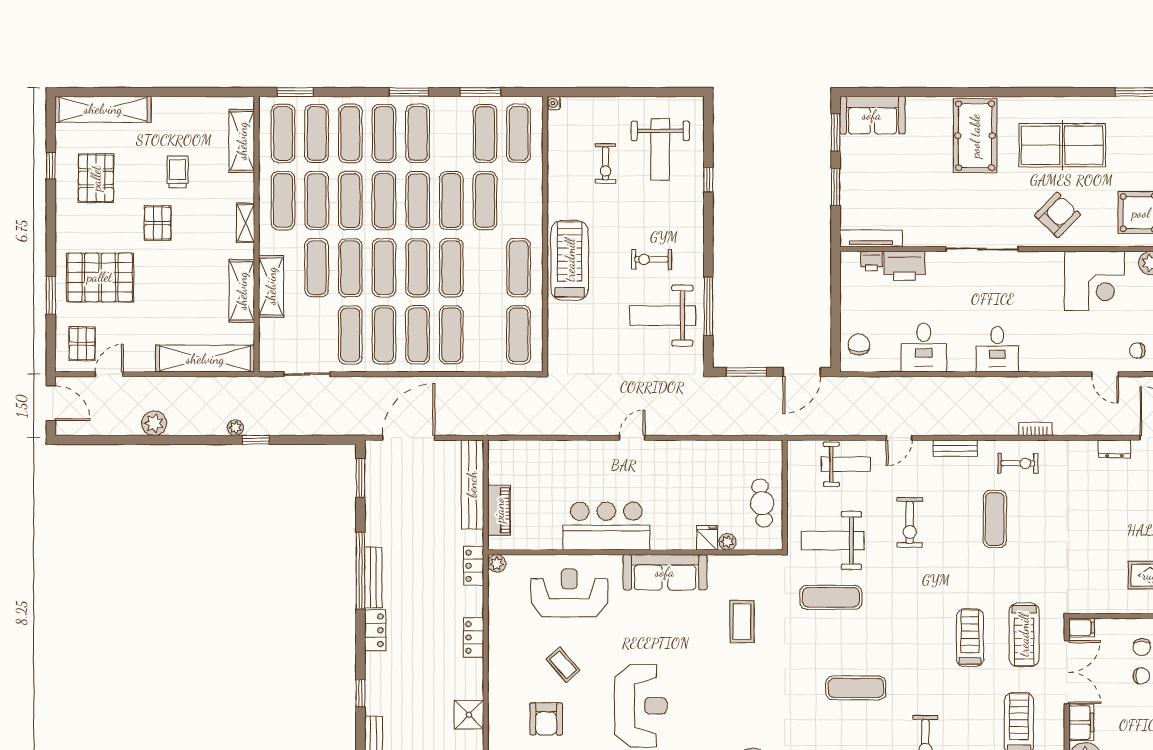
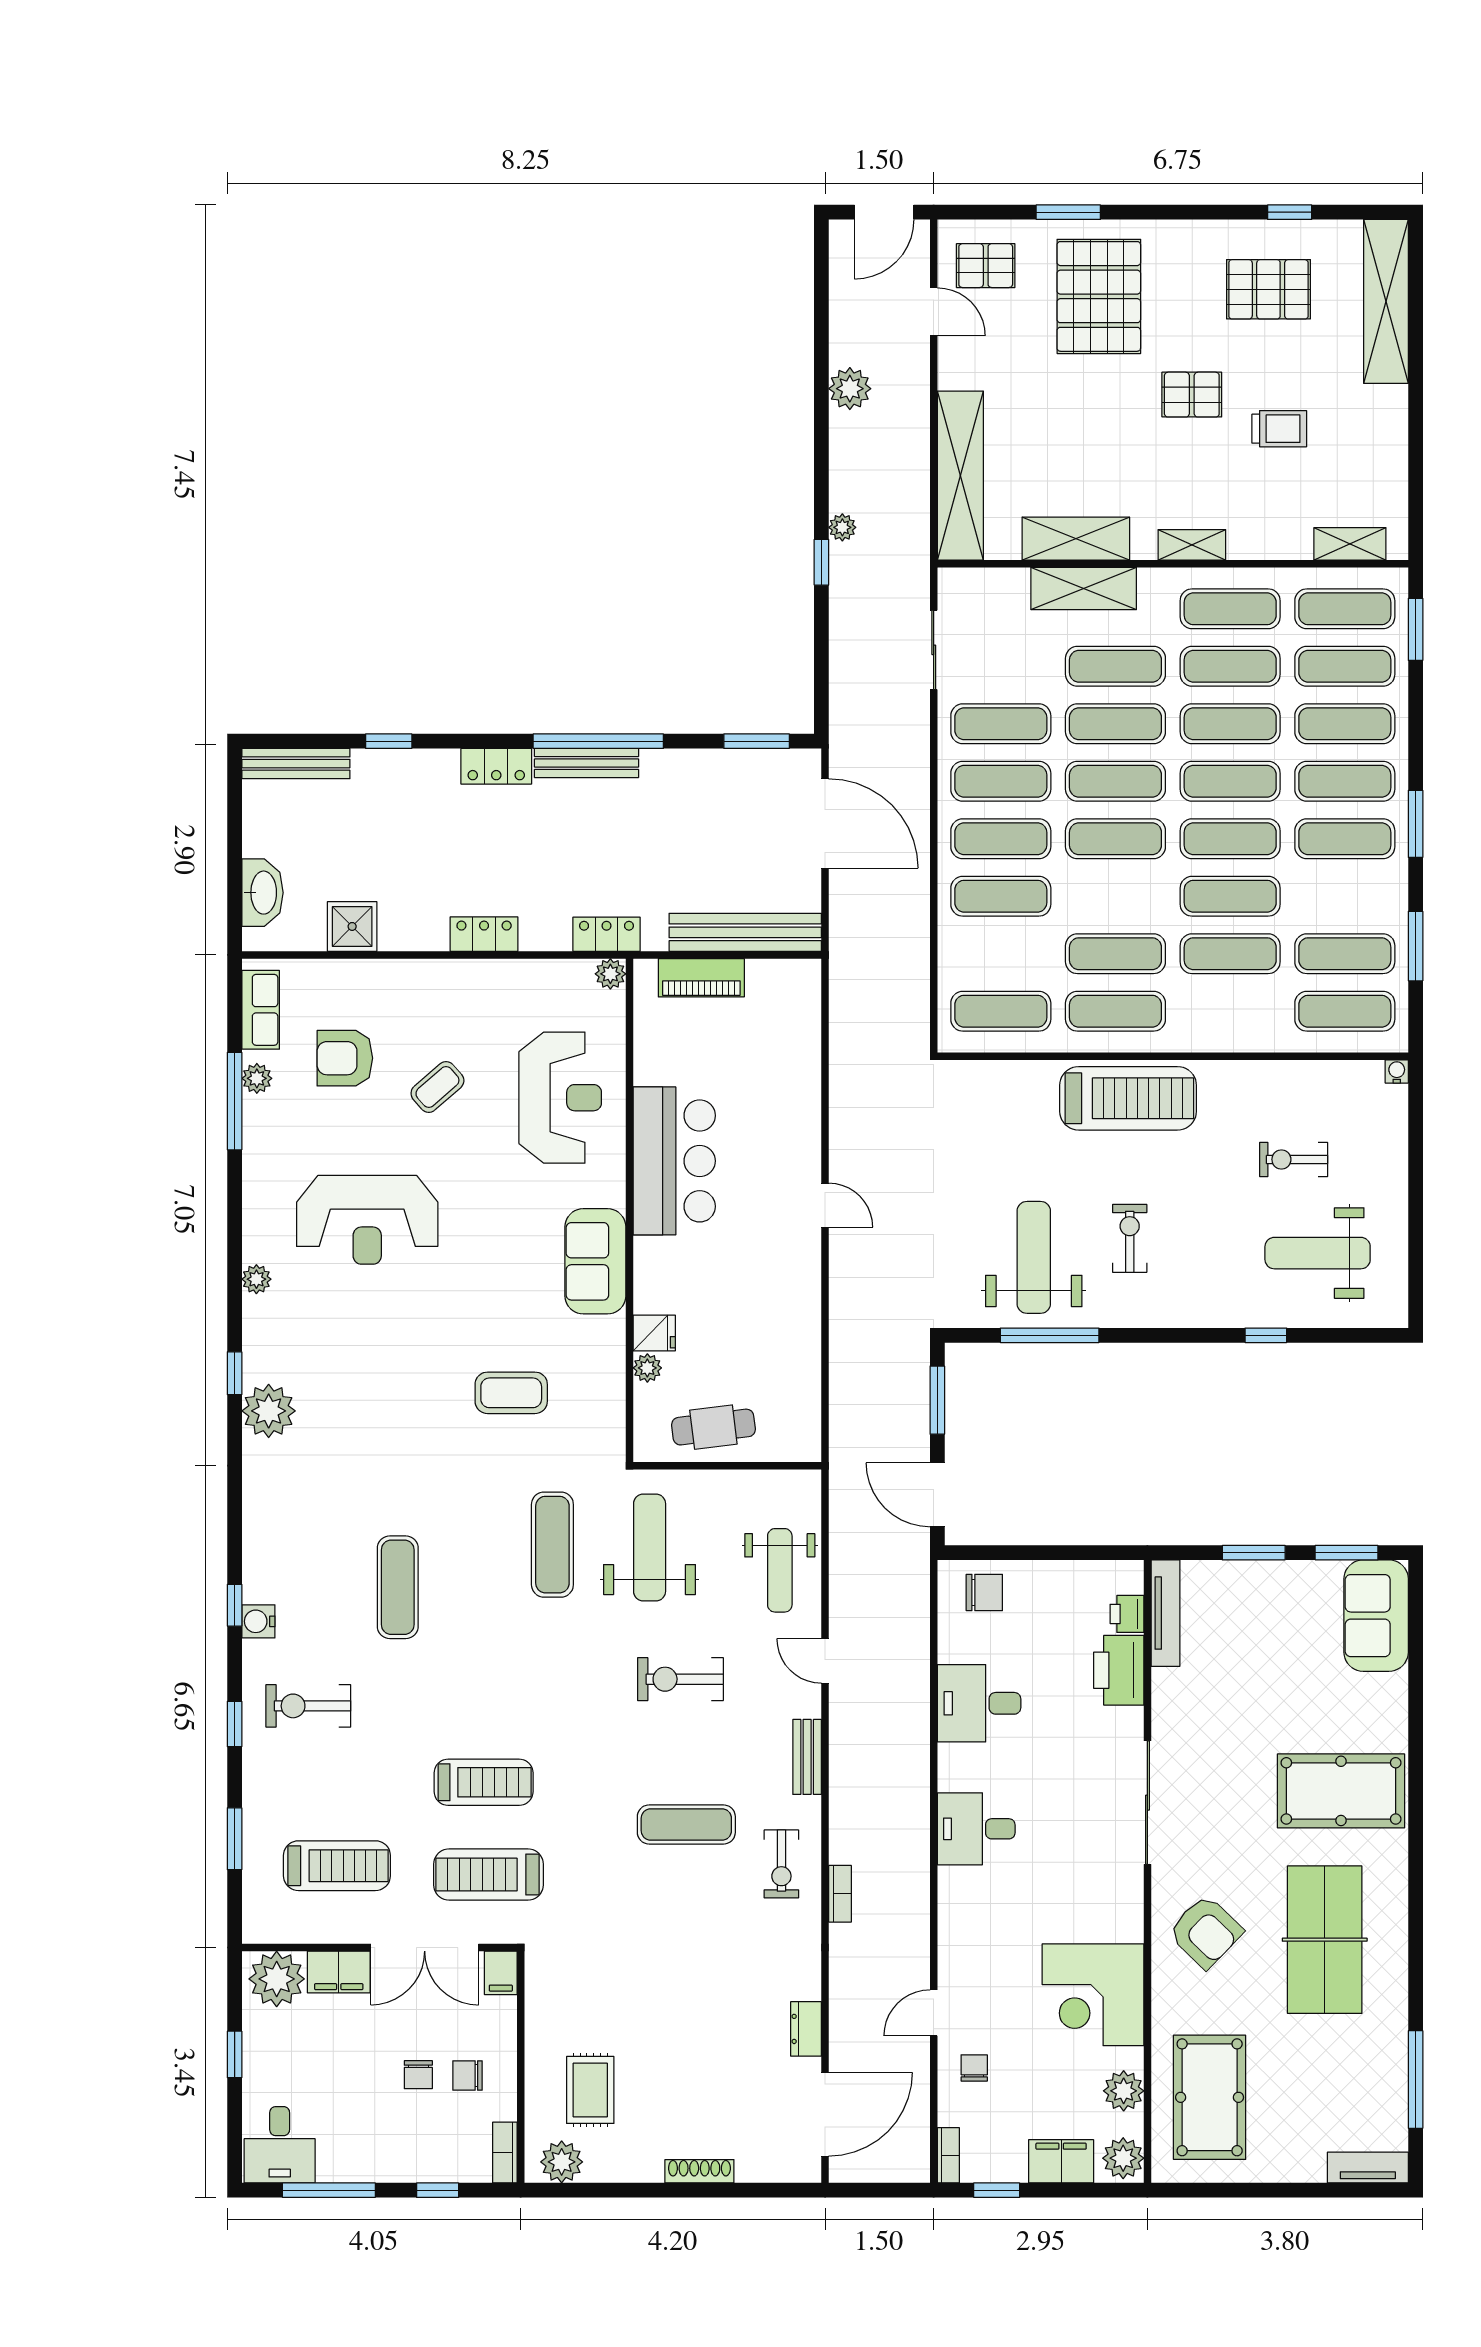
shelving: (242, 141) -> (1350, 544), width x0.67, depth x0.75
exercise mat: (451, 268) -> (1115, 954), moved
sofa: (665, 572) -> (595, 1261), width x0.73

